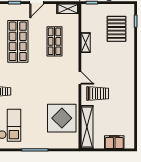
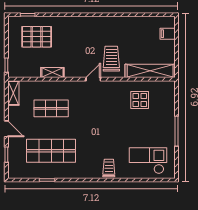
display table: (62, 118) -> (140, 100), width x0.54, depth x0.54
filing cabinet: (114, 142) -> (168, 34), width x0.50

